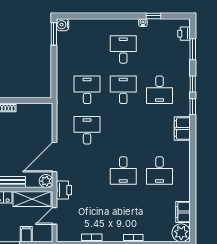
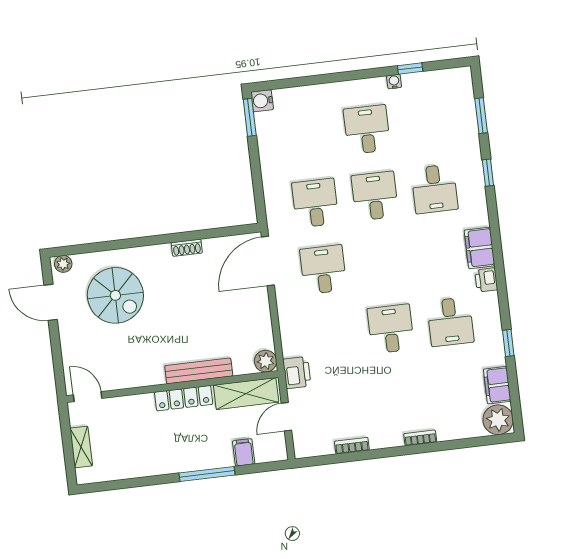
printer: (184, 34) -> (486, 280), moved
window: (193, 107) -> (508, 343), moved
door: (55, 157) -> (268, 261), moved
desk: (123, 171) -> (391, 329), turned 180

